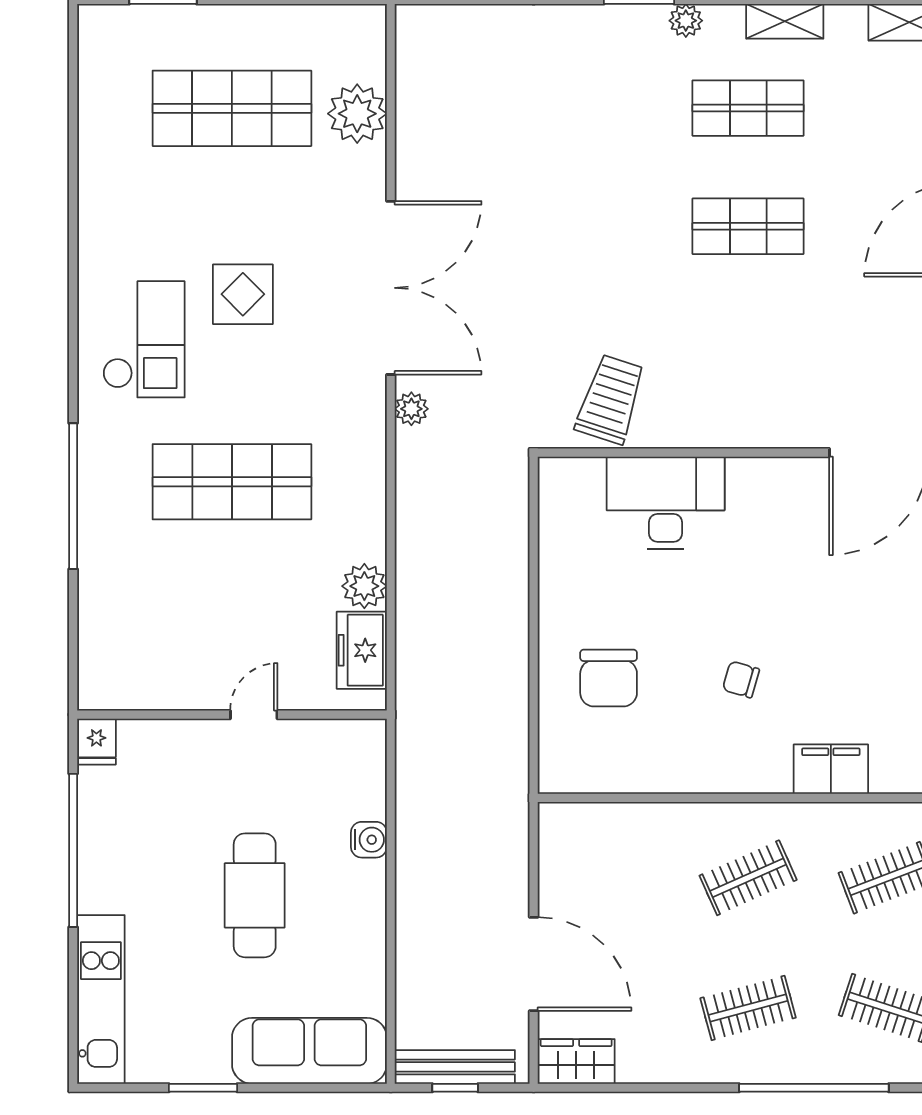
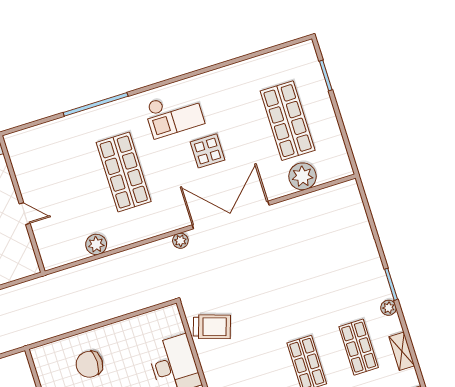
double door: (391, 288) -> (231, 215), swing flipped
freezer: (362, 650) -> (68, 252), removed

